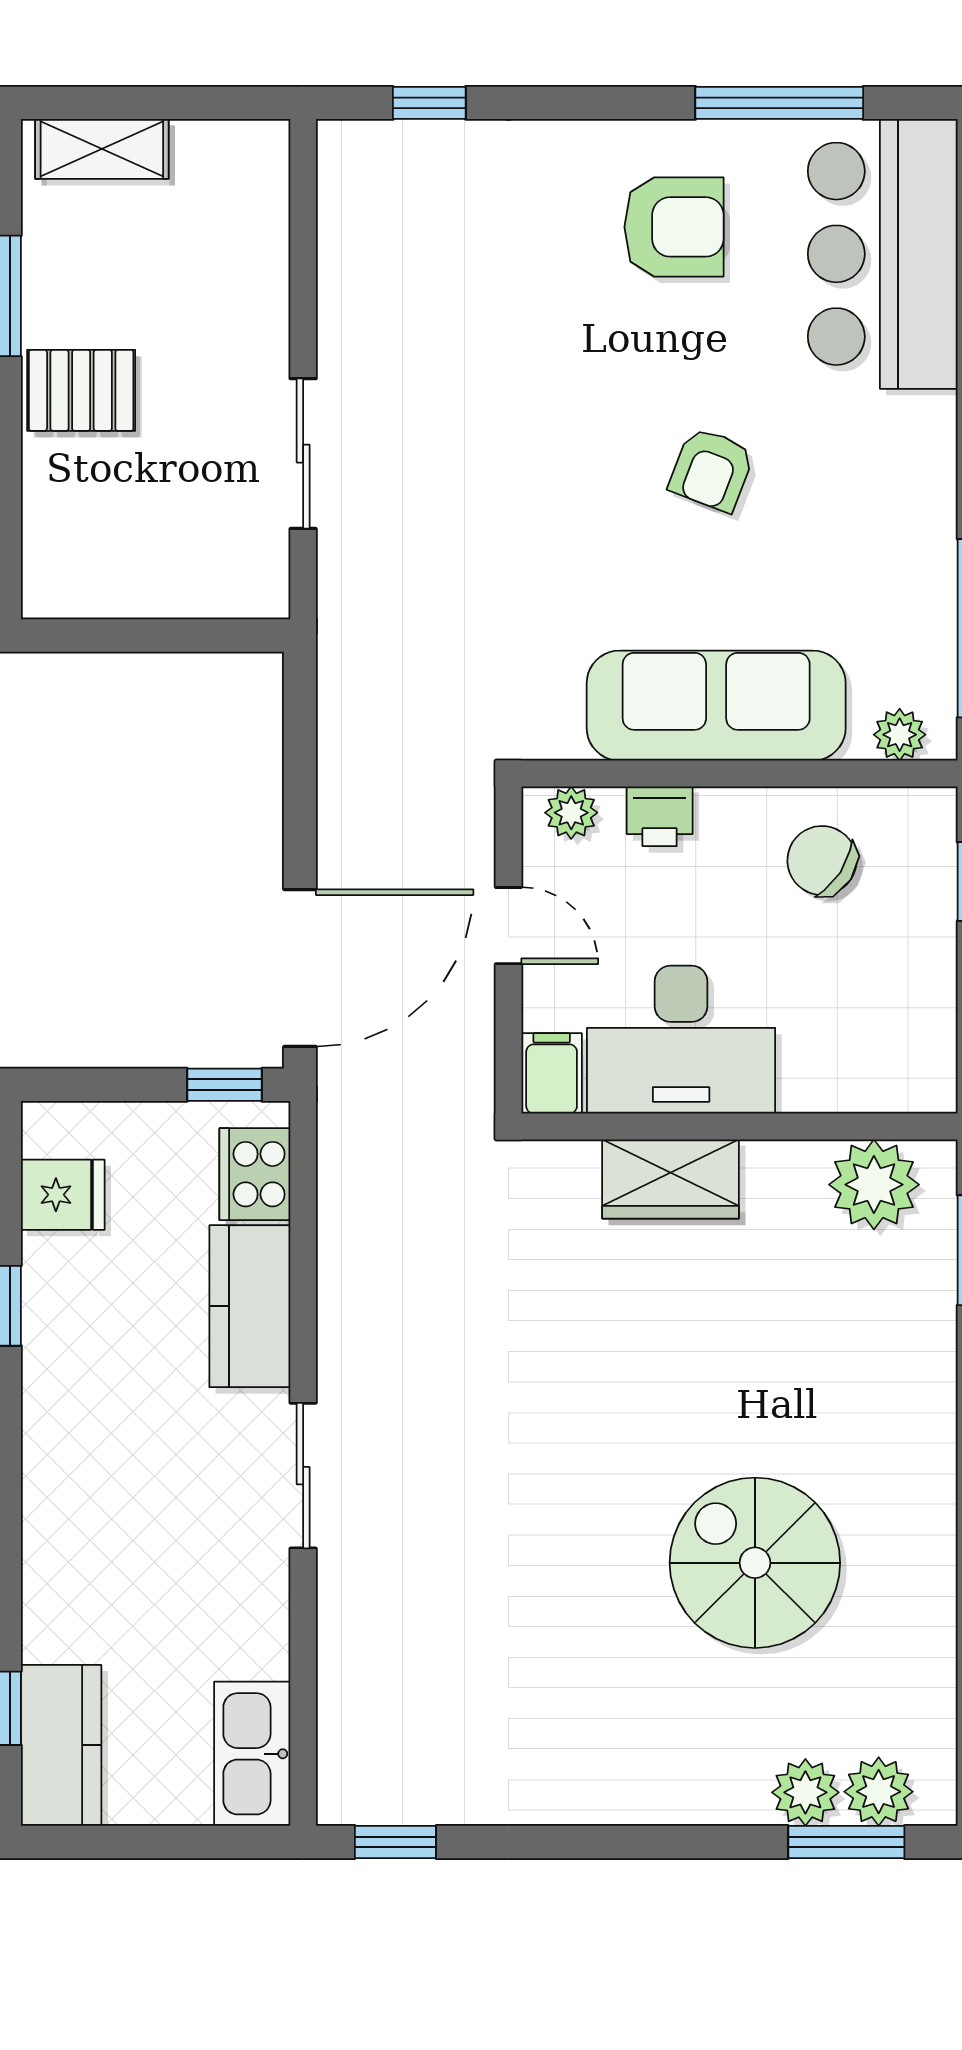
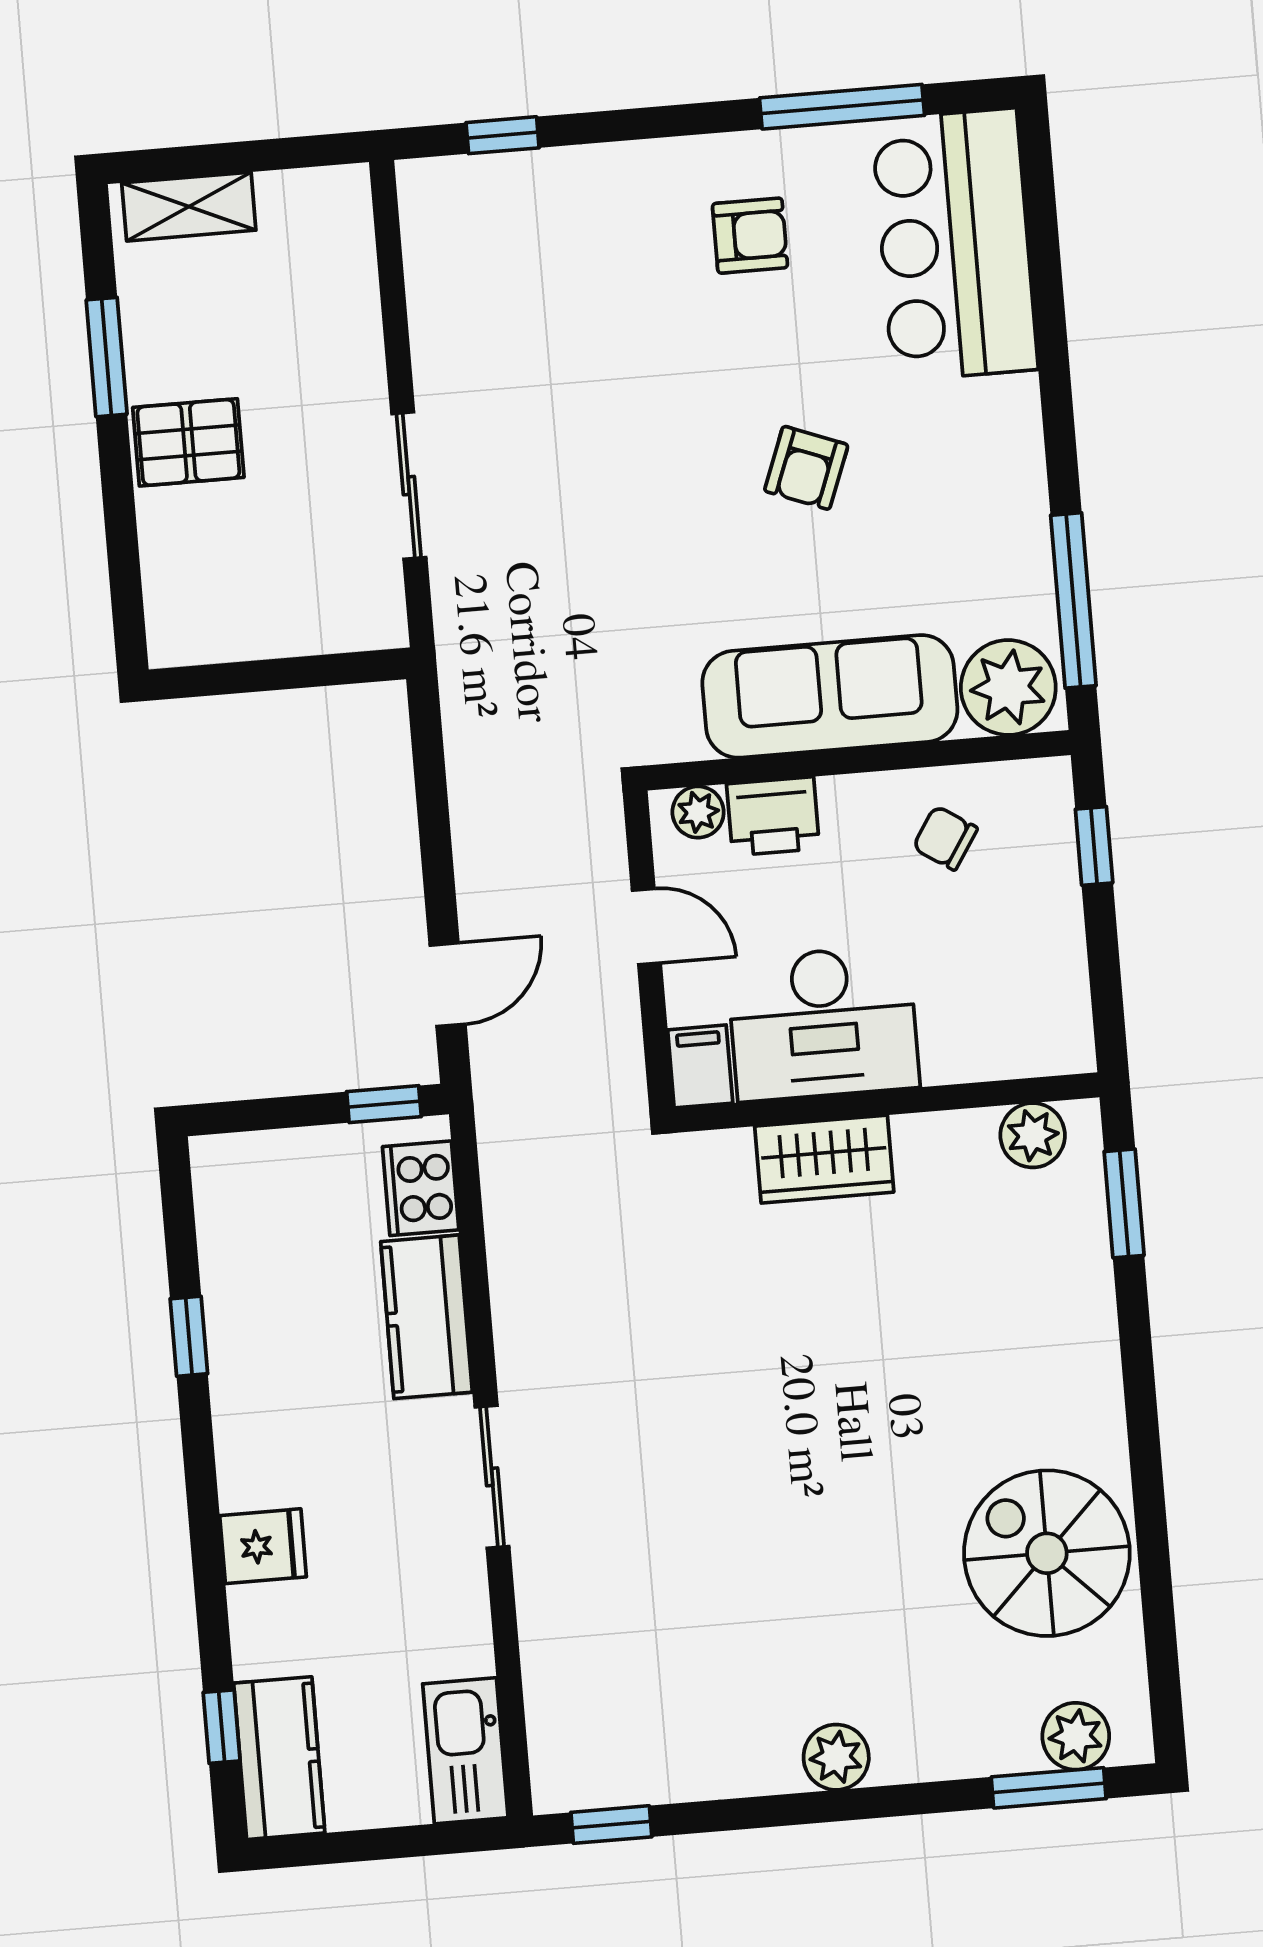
armchair: (674, 227) -> (750, 236), width x0.72, depth x0.72
plant: (900, 735) -> (1008, 688), width x1.88, depth x1.88
printer: (660, 816) -> (773, 816), width x1.36, depth x1.24
chair: (822, 861) -> (945, 838), width x0.73, depth x0.73
door: (300, 968) -> (448, 985), width x0.53
plant: (874, 1185) -> (1033, 1135), width x0.73, depth x0.73
fridge: (63, 1195) -> (263, 1546), moved
spiral stairs: (755, 1563) -> (1047, 1553), moved
plant: (805, 1792) -> (836, 1757), moved

